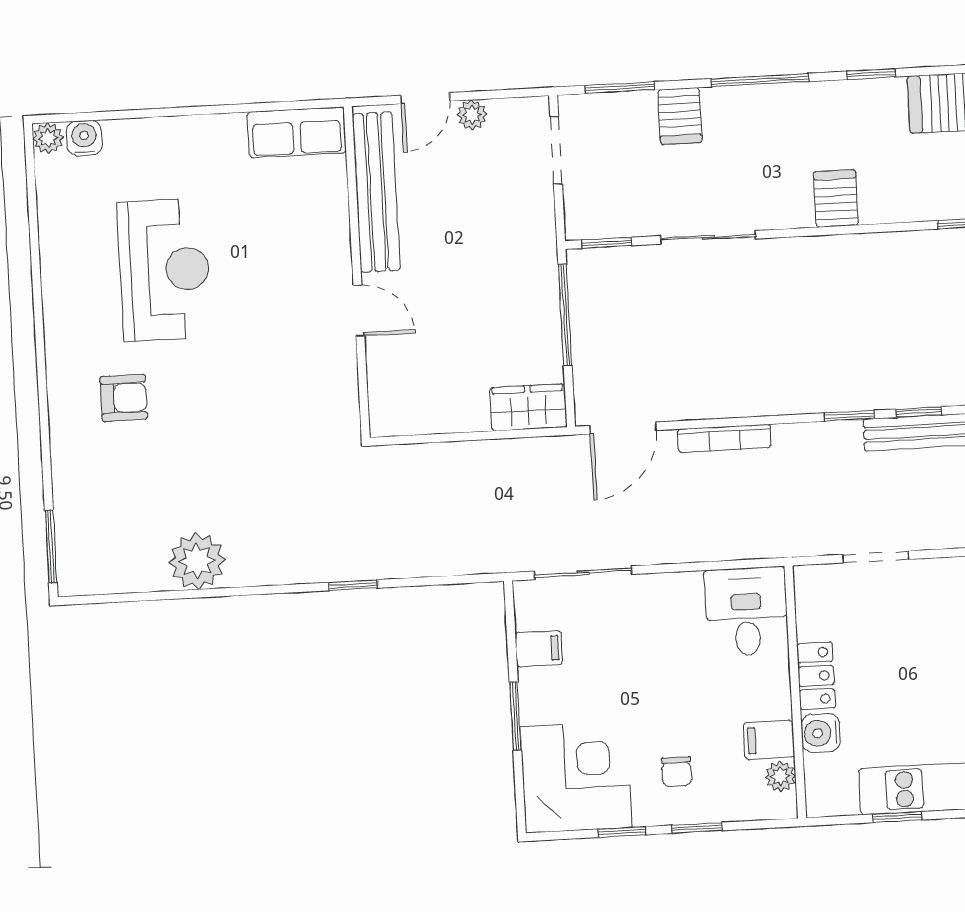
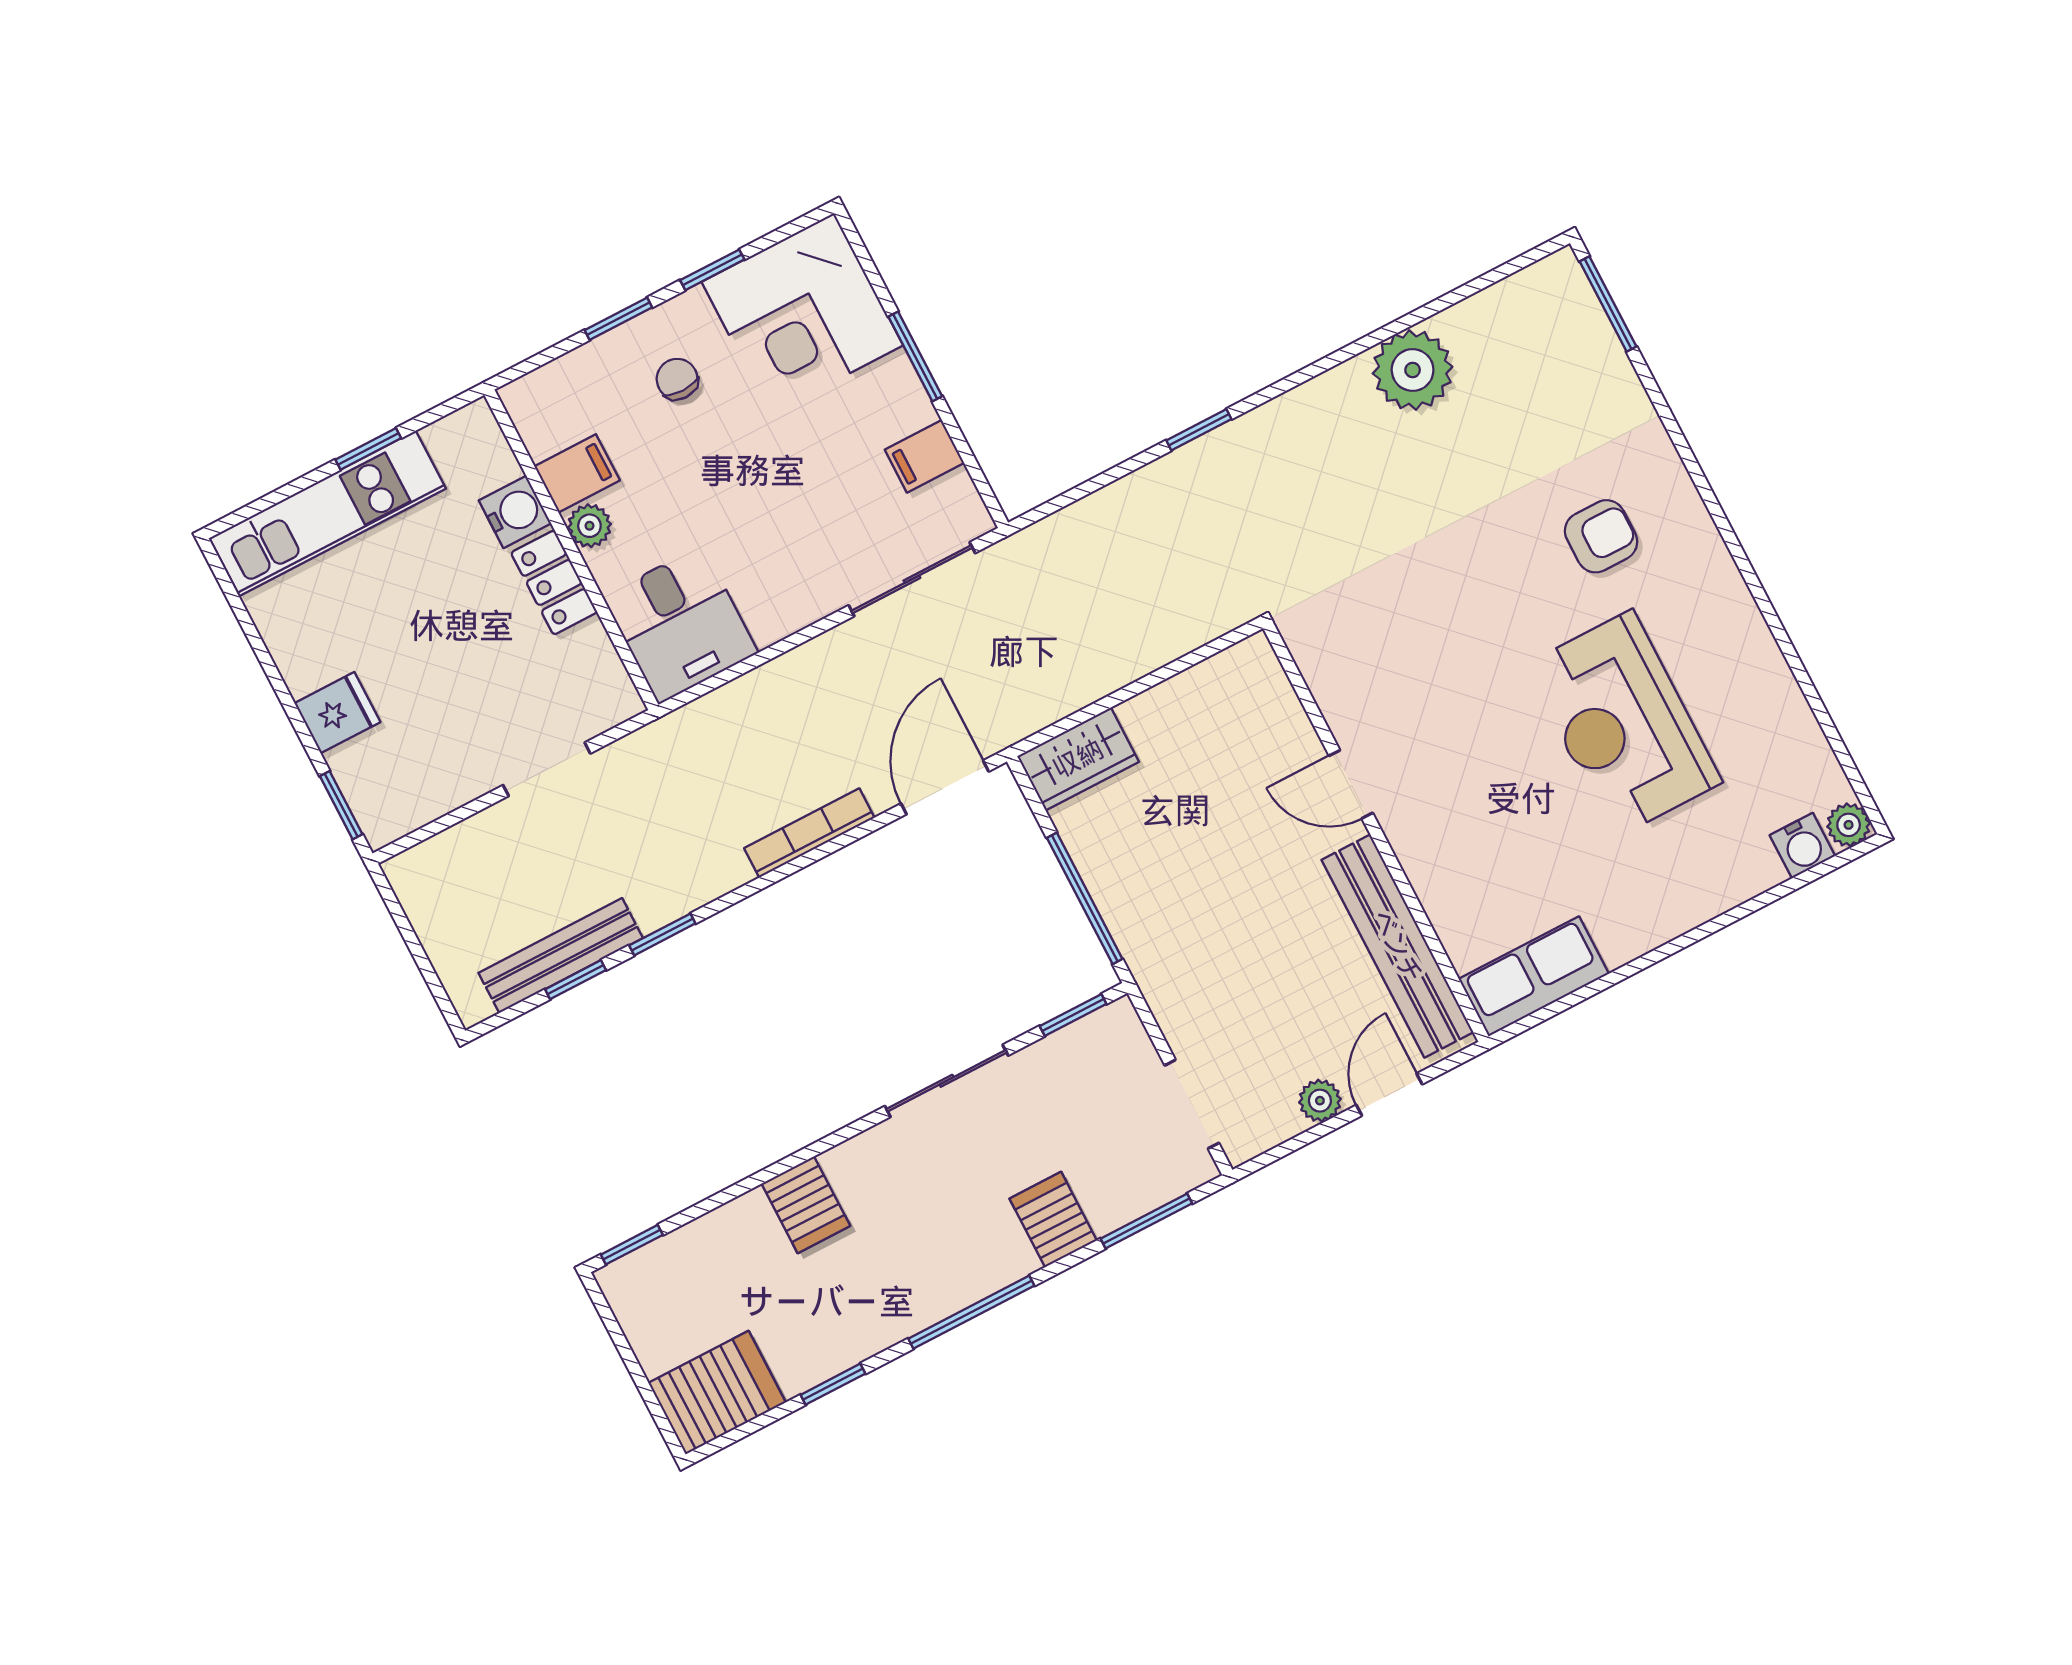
armchair: (124, 398) -> (1601, 536), turned 180
plant: (780, 776) -> (589, 526), moved

